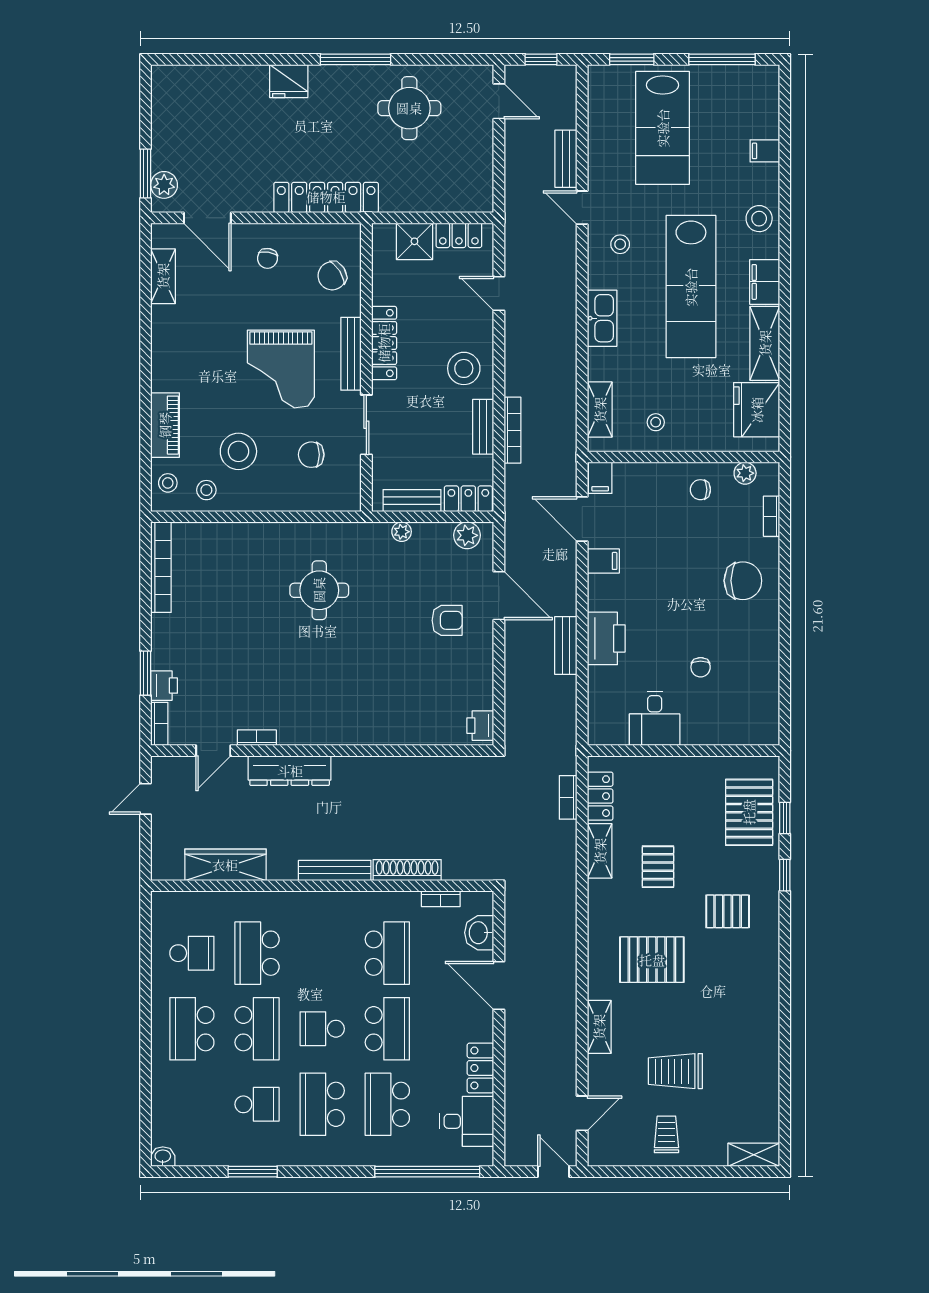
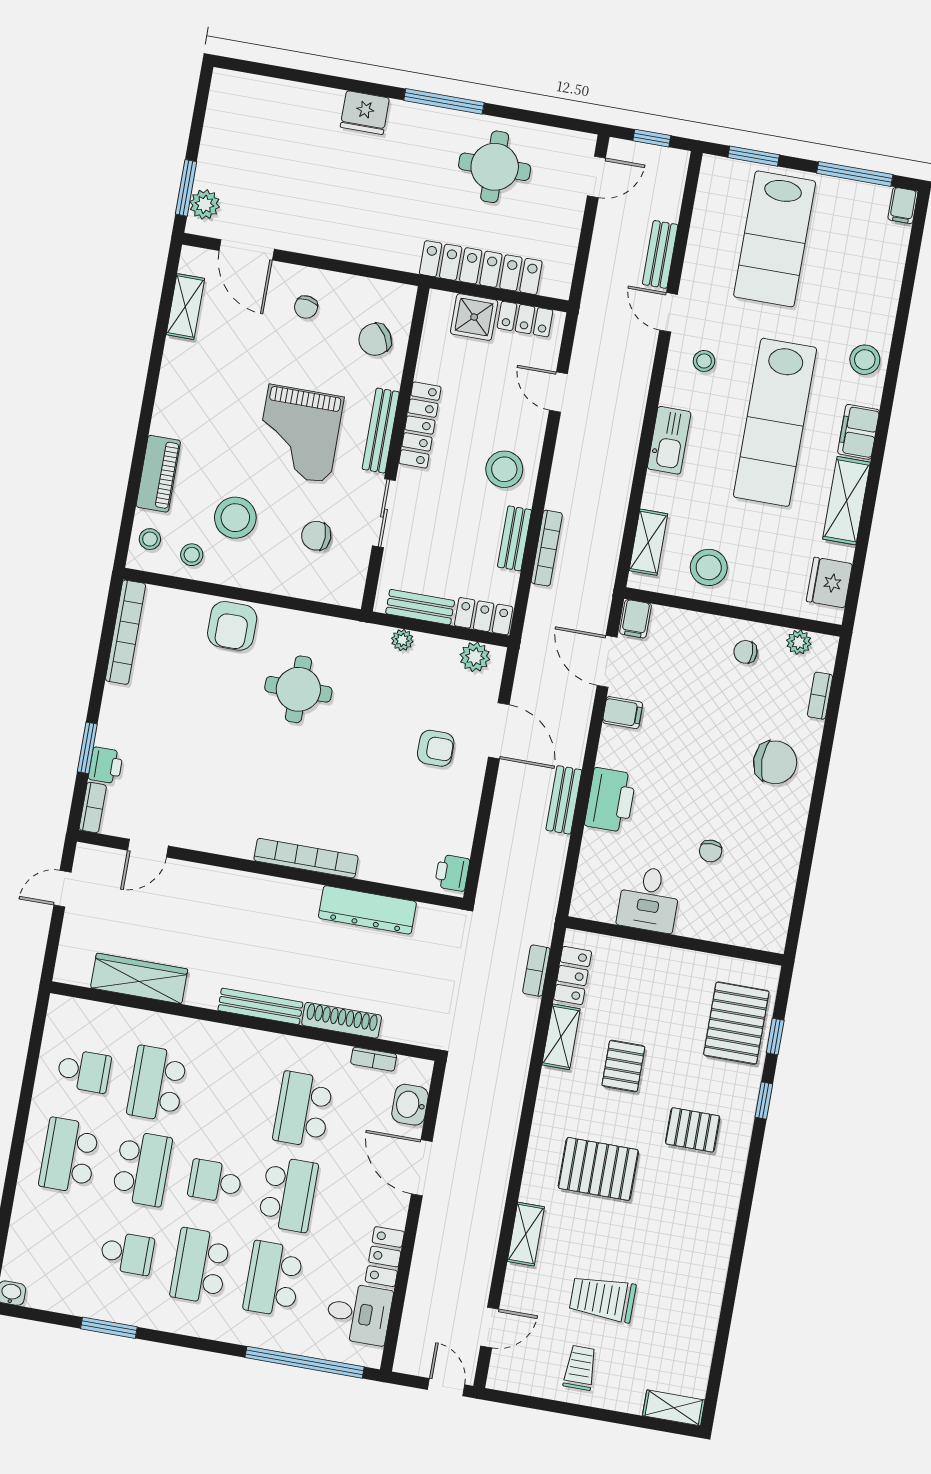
door: (499, 101) -> (596, 177), hinge flipped
filing cabinet: (765, 151) -> (903, 205), moved, turned -90
locker: (326, 197) -> (481, 268), moved
fridge: (757, 410) -> (829, 583), width x0.73, depth x0.75
stool: (656, 422) -> (709, 567), width x1.89, depth x1.89
armchair: (252, 545) -> (232, 626), added
bookcase: (257, 738) -> (306, 858), moved, width x2.31, depth x1.31
dresser: (290, 771) -> (367, 910), moved
school desk: (387, 953) -> (303, 1109), turned 180

